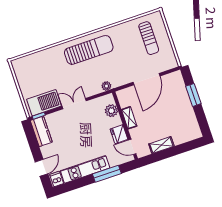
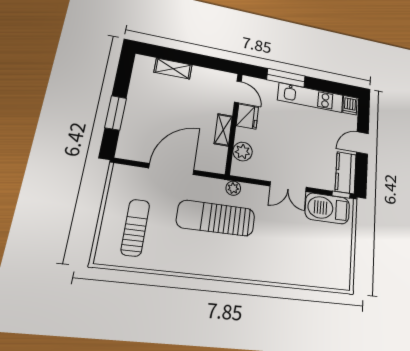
sun lounger: (89, 50) -> (216, 218), moved
shelving: (161, 145) -> (173, 69), moved
door: (41, 168) -> (362, 143), moved

